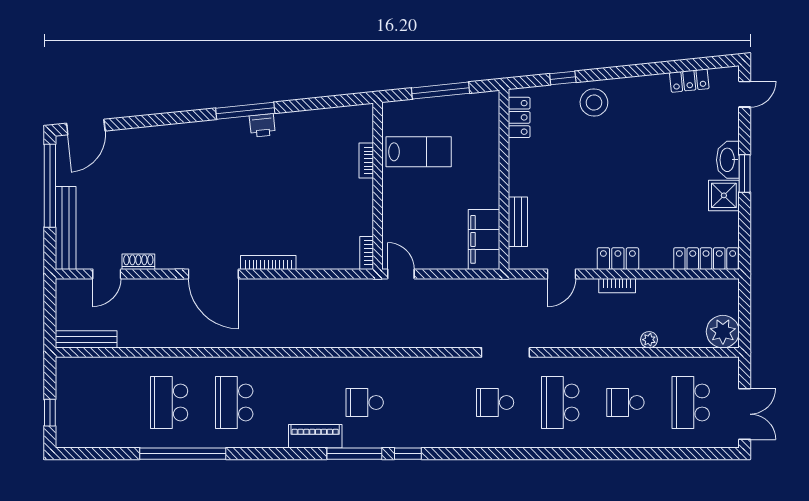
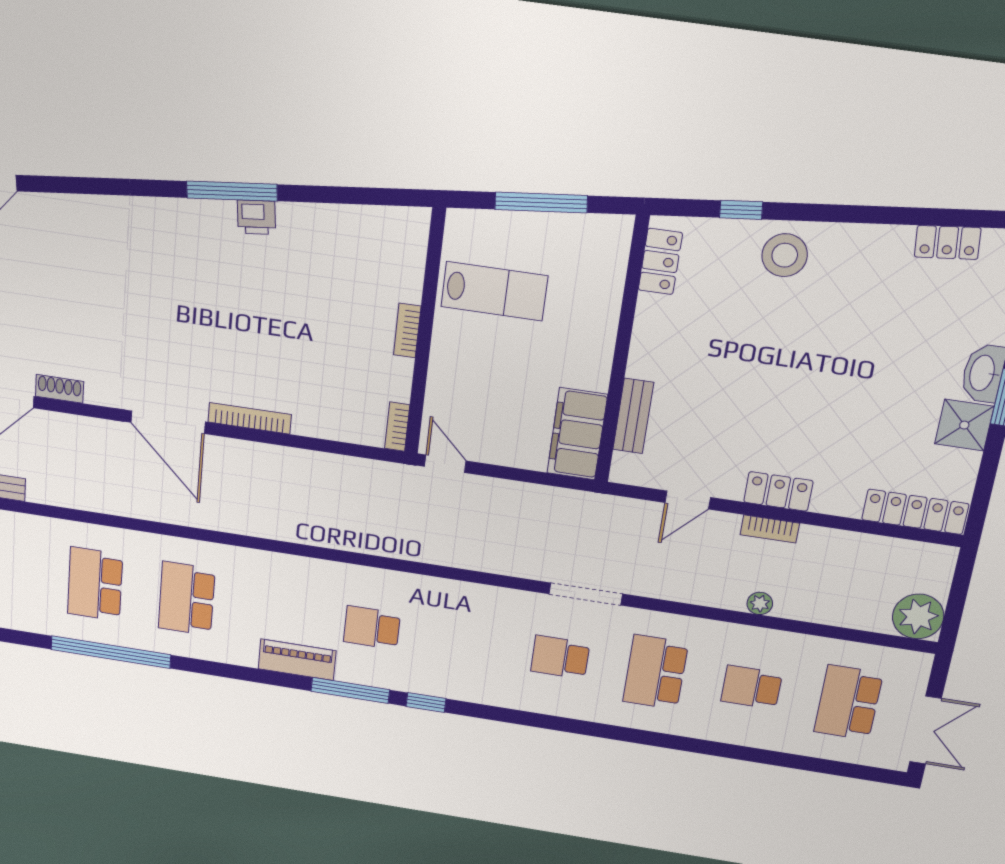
bookcase: (366, 160) -> (407, 331), moved
plant: (649, 340) -> (760, 603), moved

